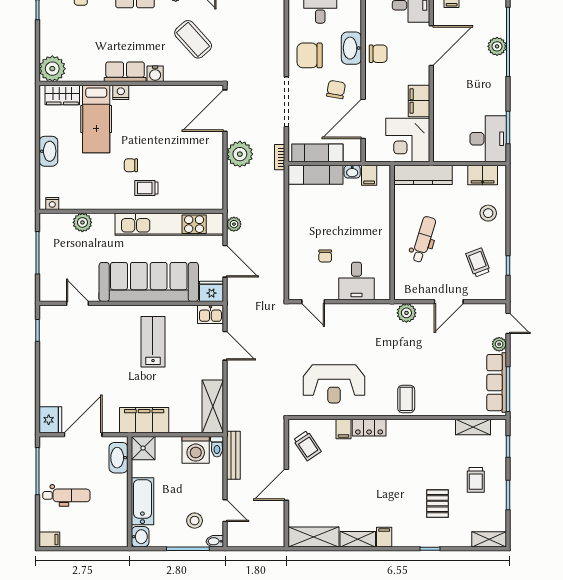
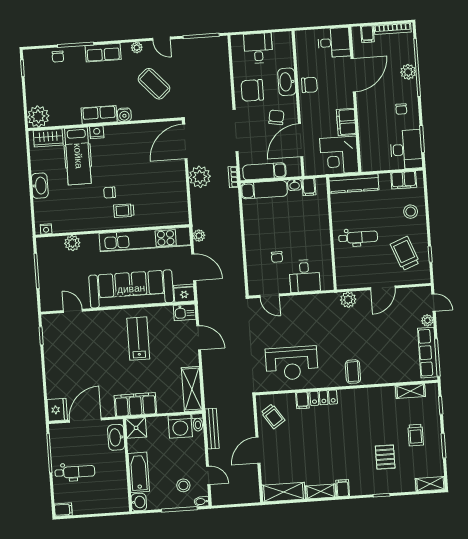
chair: (486, 90) -> (401, 109), added
dental chair: (424, 239) -> (358, 237), turned 73
trolley: (478, 262) -> (405, 253), width x1.36, depth x1.39

